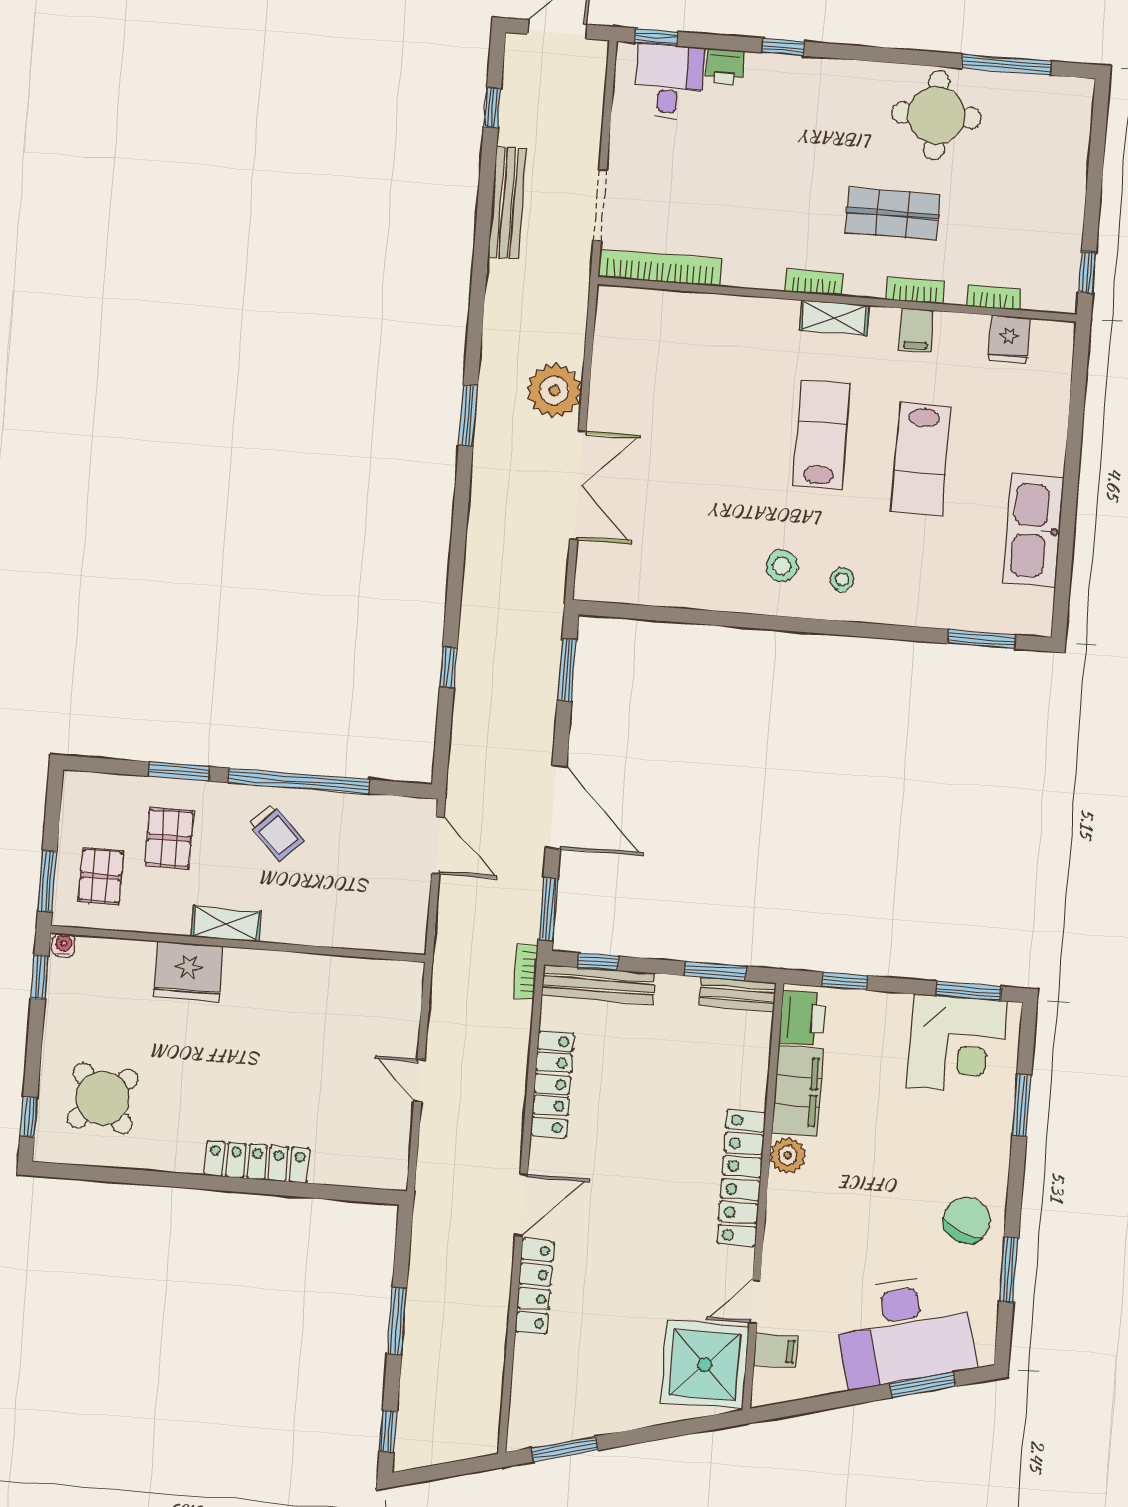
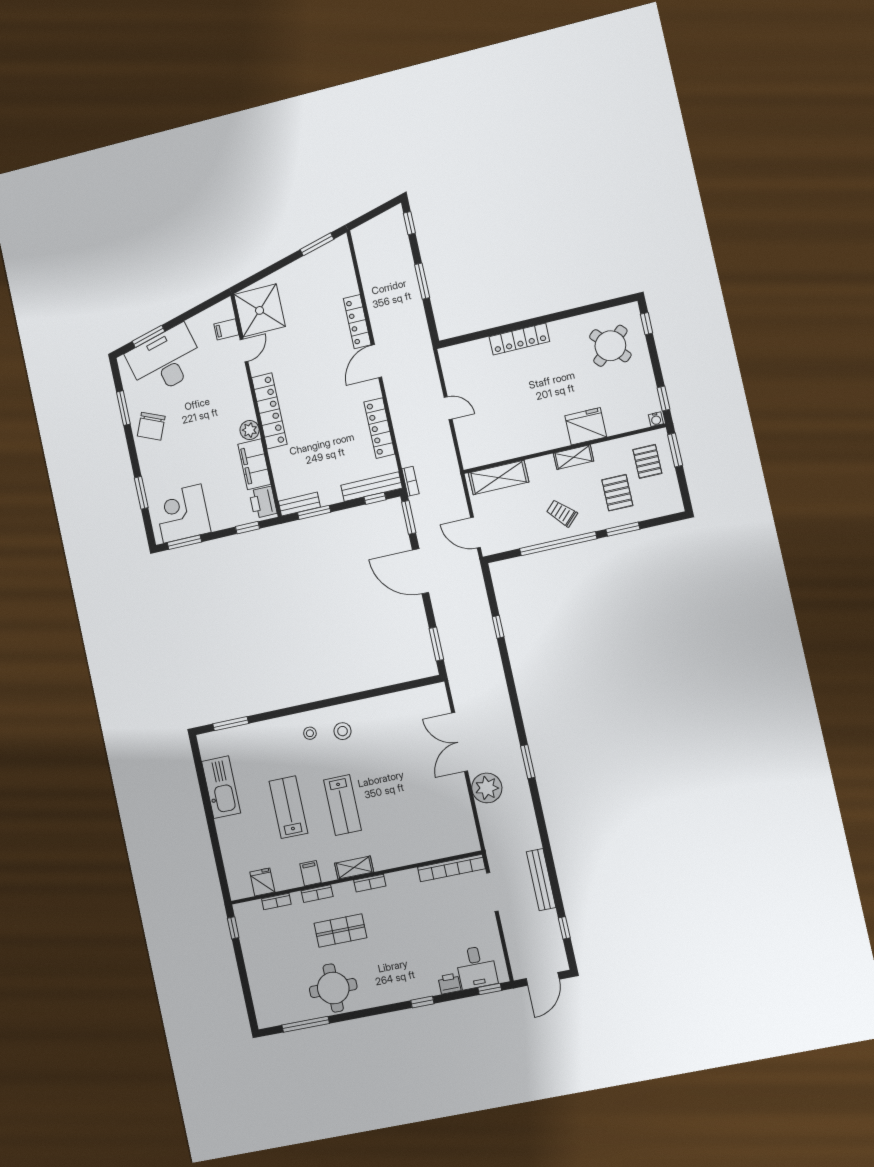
shelving: (368, 930) -> (499, 478), added

